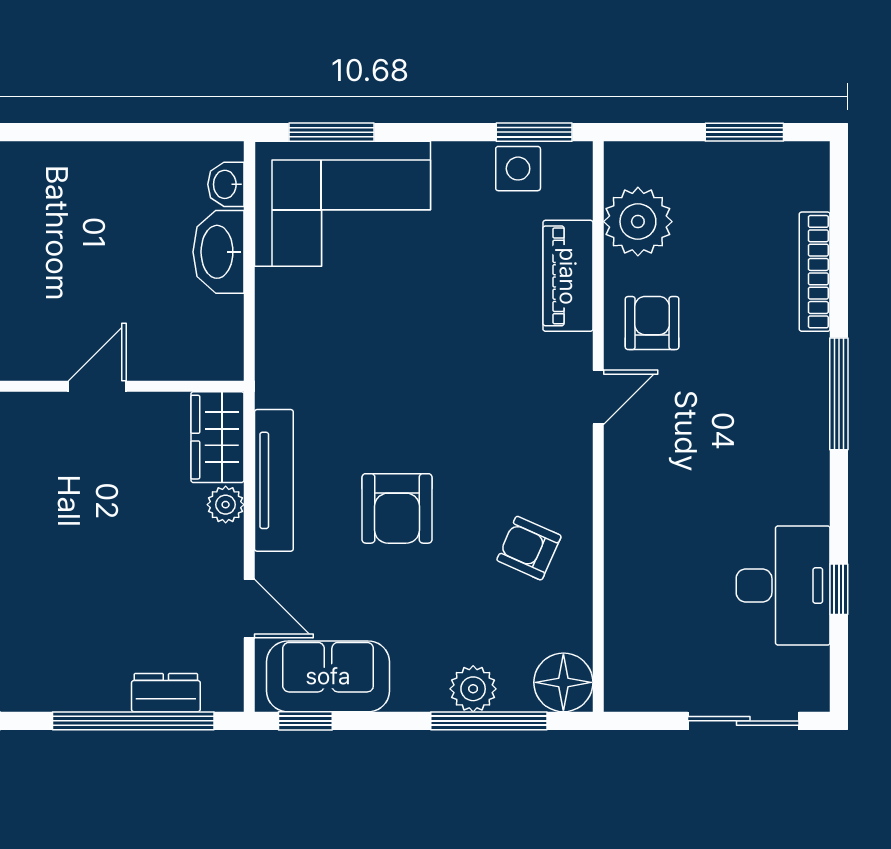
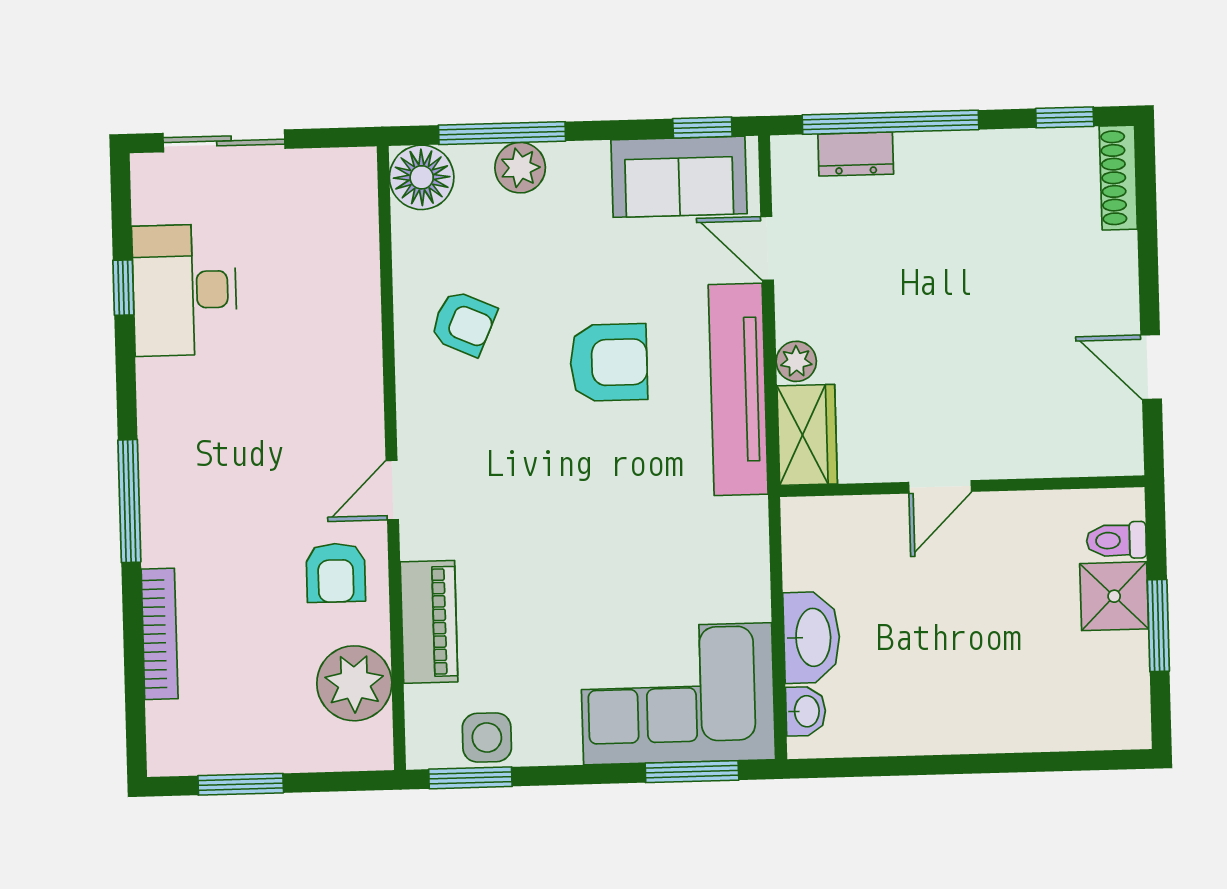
tv unit: (274, 480) -> (738, 389), width x1.36, depth x1.29
armchair: (397, 508) -> (609, 362), turned 90

